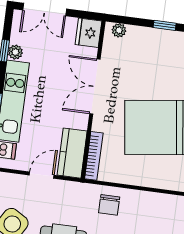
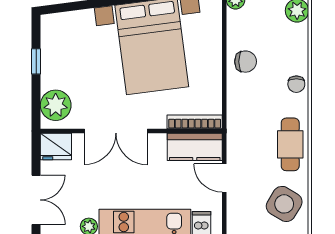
plant: (119, 30) -> (56, 105), width x1.88, depth x1.88
chair: (109, 205) -> (246, 62), moved

